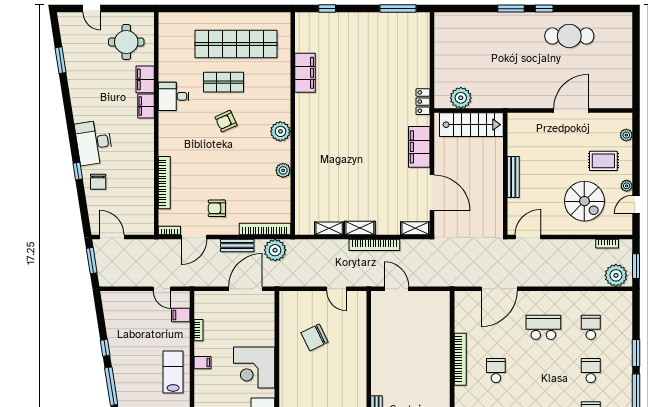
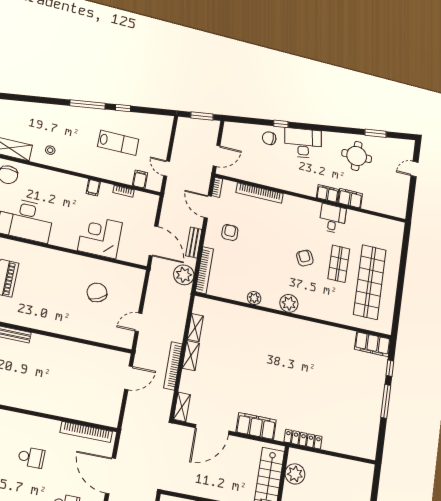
window: (398, 9) -> (386, 401), moved
round table: (126, 42) -> (357, 156), moved
filing cabinet: (305, 73) -> (372, 344), moved
locker: (423, 102) -> (303, 439), width x1.53
door: (112, 237) -> (217, 156), moved
door: (162, 289) -> (167, 169), hinge flipped
bookcase: (460, 359) -> (86, 432), moved
corner desk: (254, 367) -> (100, 237), moved
lab bench: (173, 372) -> (118, 143), moved

